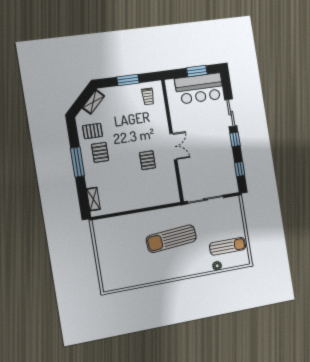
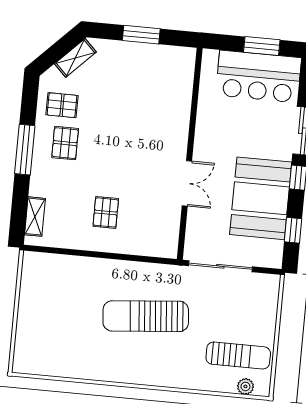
trolley: (148, 96) -> (168, 70), removed
double door: (173, 147) -> (187, 183), moved
booth: (218, 156) -> (261, 198), added
pallet: (147, 160) -> (106, 212), moved
plant: (217, 266) -> (245, 386), moved

